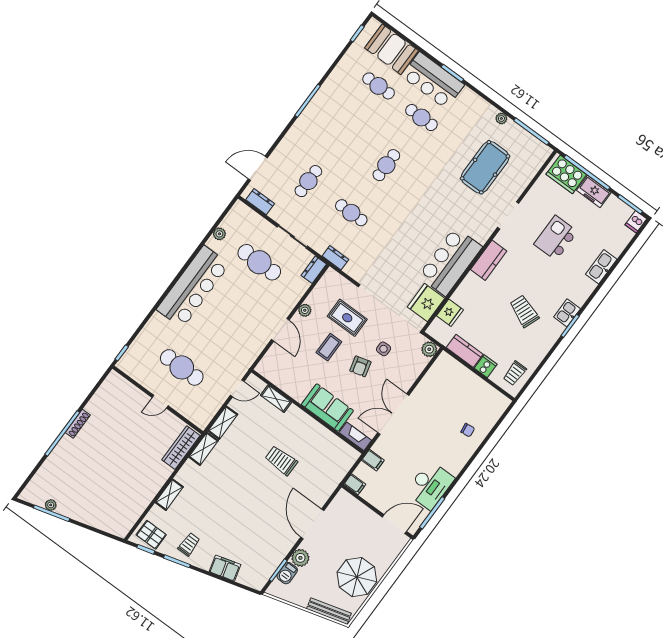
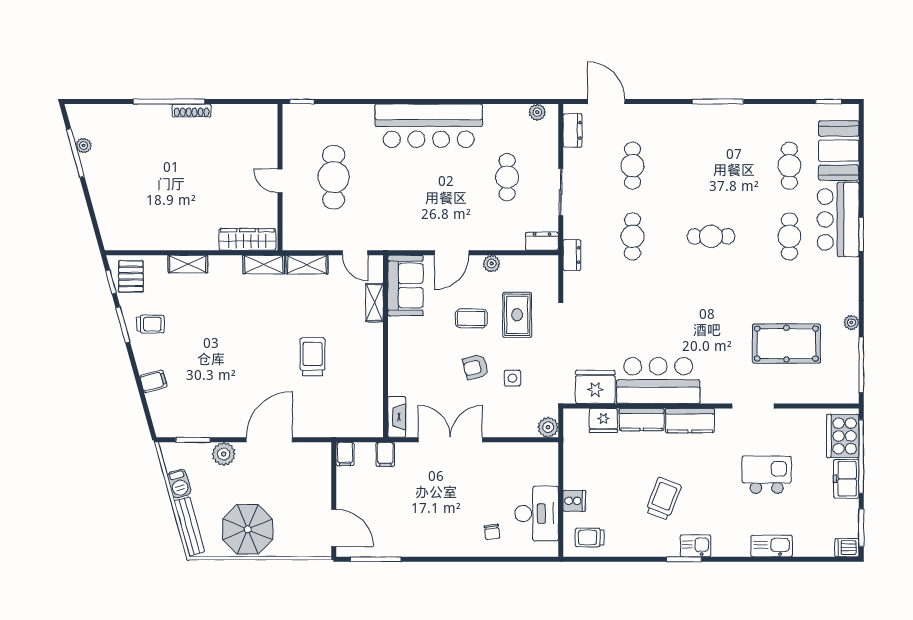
cafe table: (308, 181) -> (632, 166), turned 90
plant: (219, 234) -> (537, 112), moved
cafe table: (259, 262) -> (507, 177), width x0.73, depth x0.74
kitchen counter: (465, 351) -> (642, 420), moved, turned 90
sofa: (327, 408) -> (405, 286), moved
desk: (430, 485) -> (537, 514), moved, turned -90
filing cabinet: (225, 568) -> (153, 381), width x0.50
barbecue: (287, 573) -> (179, 484), moved, turned -105

